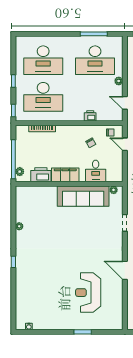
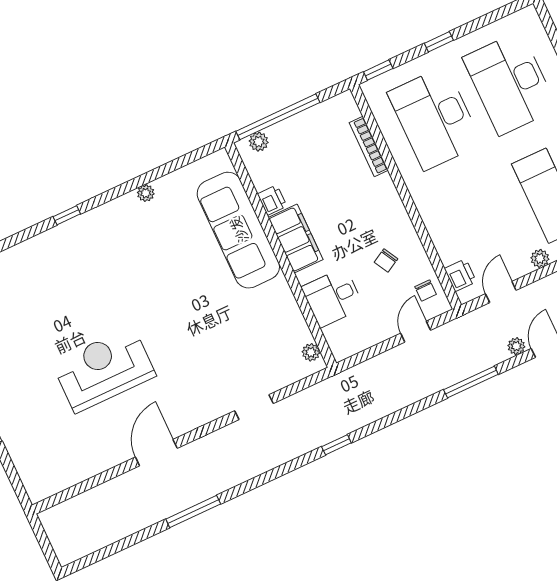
printer: (90, 116) -> (460, 275), moved
printer: (41, 175) -> (272, 200), width x0.53, depth x0.68
sofa: (83, 196) -> (238, 230), moved
reception desk: (88, 293) -> (104, 369), moved

